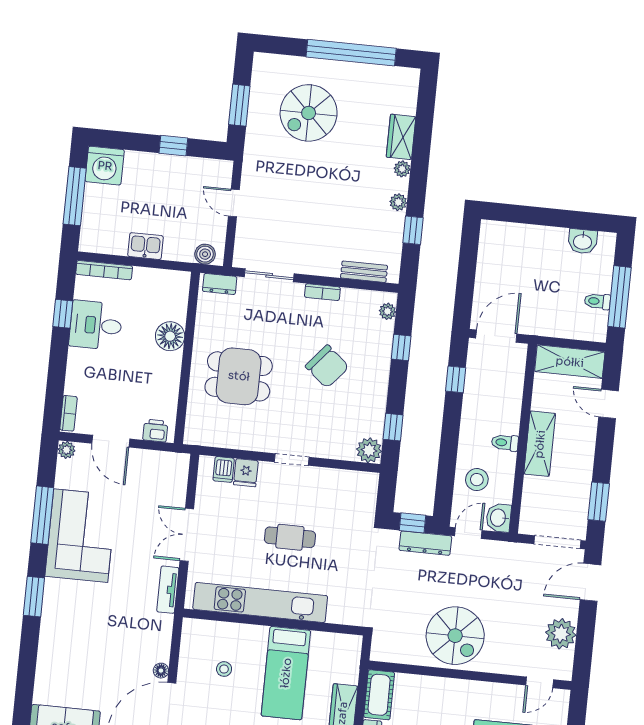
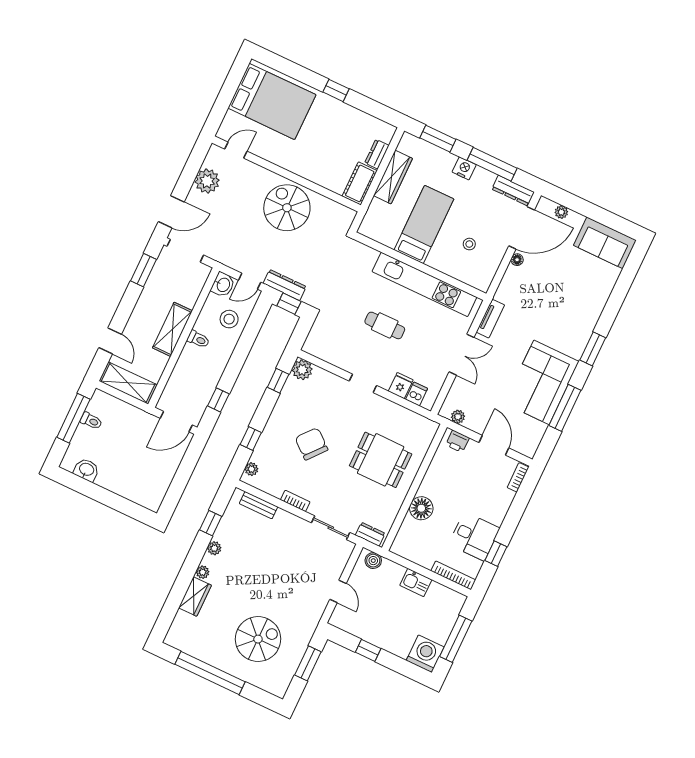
plant: (67, 450) -> (458, 417), moved

